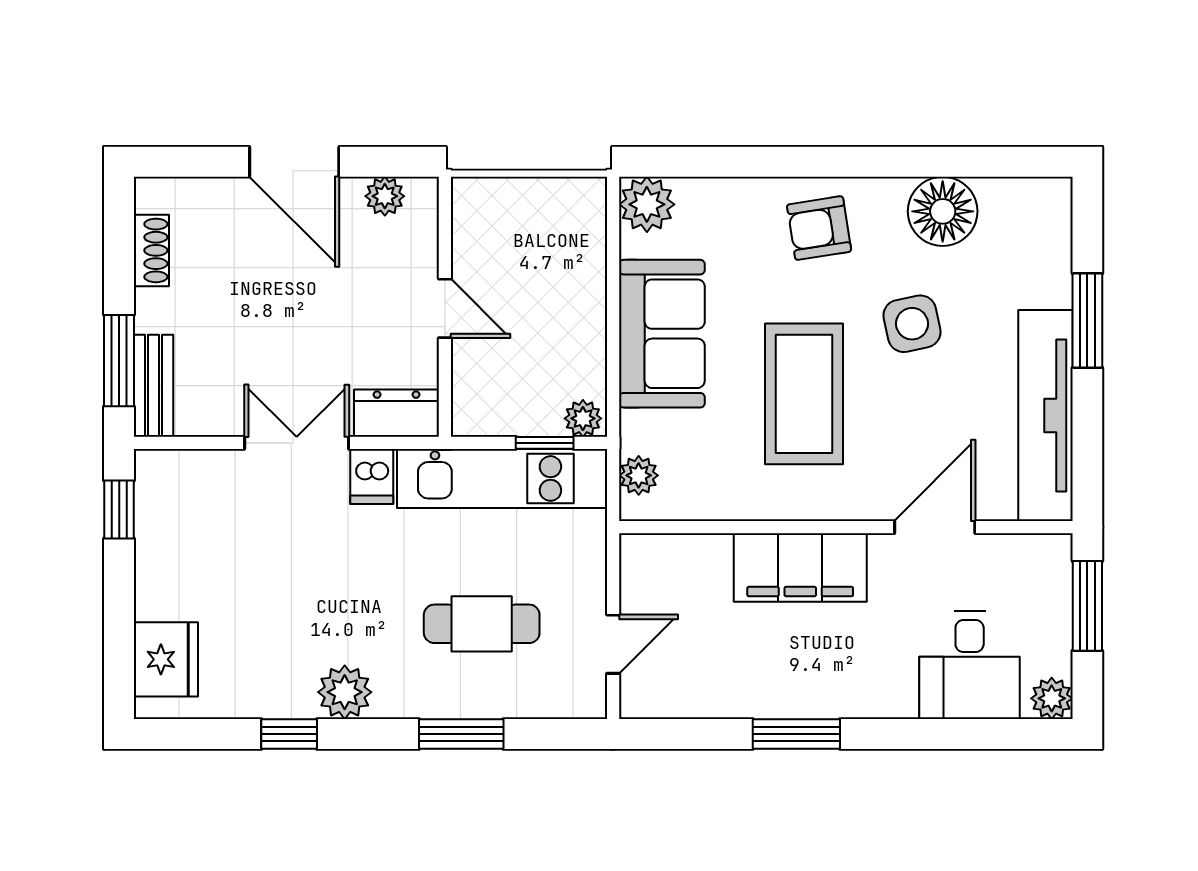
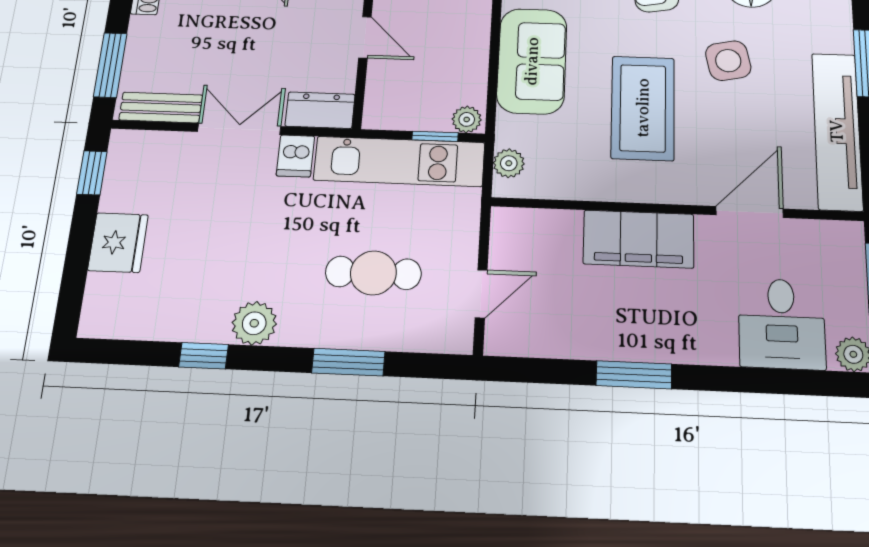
bench: (153, 386) -> (161, 107), moved, turned 90
fridge: (166, 659) -> (118, 243), moved

